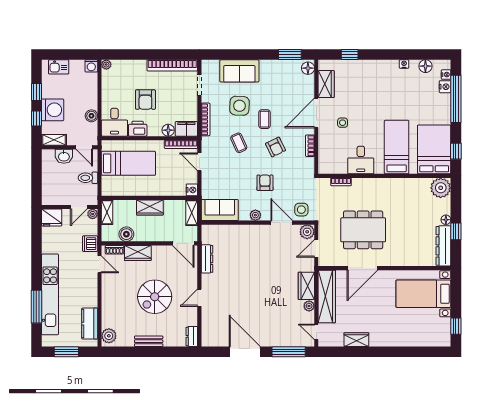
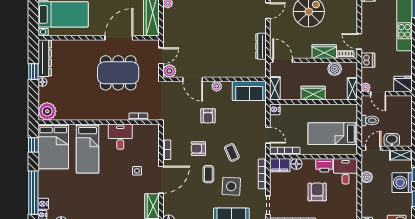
door: (84, 147) -> (373, 148), hinge flipped
armchair: (275, 147) -> (198, 149), turned -64
door: (79, 207) -> (378, 94), swing flipped
side table: (301, 210) -> (175, 91), removed
wardrobe: (306, 286) -> (170, 22), removed

